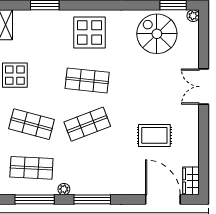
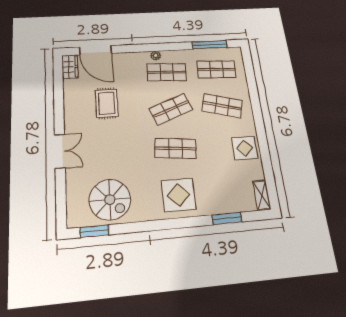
plant: (193, 16) -> (73, 222), removed
rug: (154, 135) -> (107, 103), turned 90
shop shelf: (87, 168) -> (167, 72), added
plant: (64, 189) -> (156, 56), moved
window: (92, 199) -> (159, 47), removed

